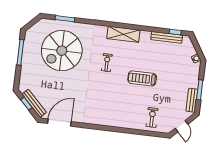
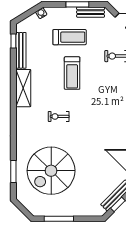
shelving: (123, 34) -> (23, 88), moved
spiral stairs: (62, 51) -> (51, 171), turned 90
treadmill: (173, 80) -> (70, 37), added

